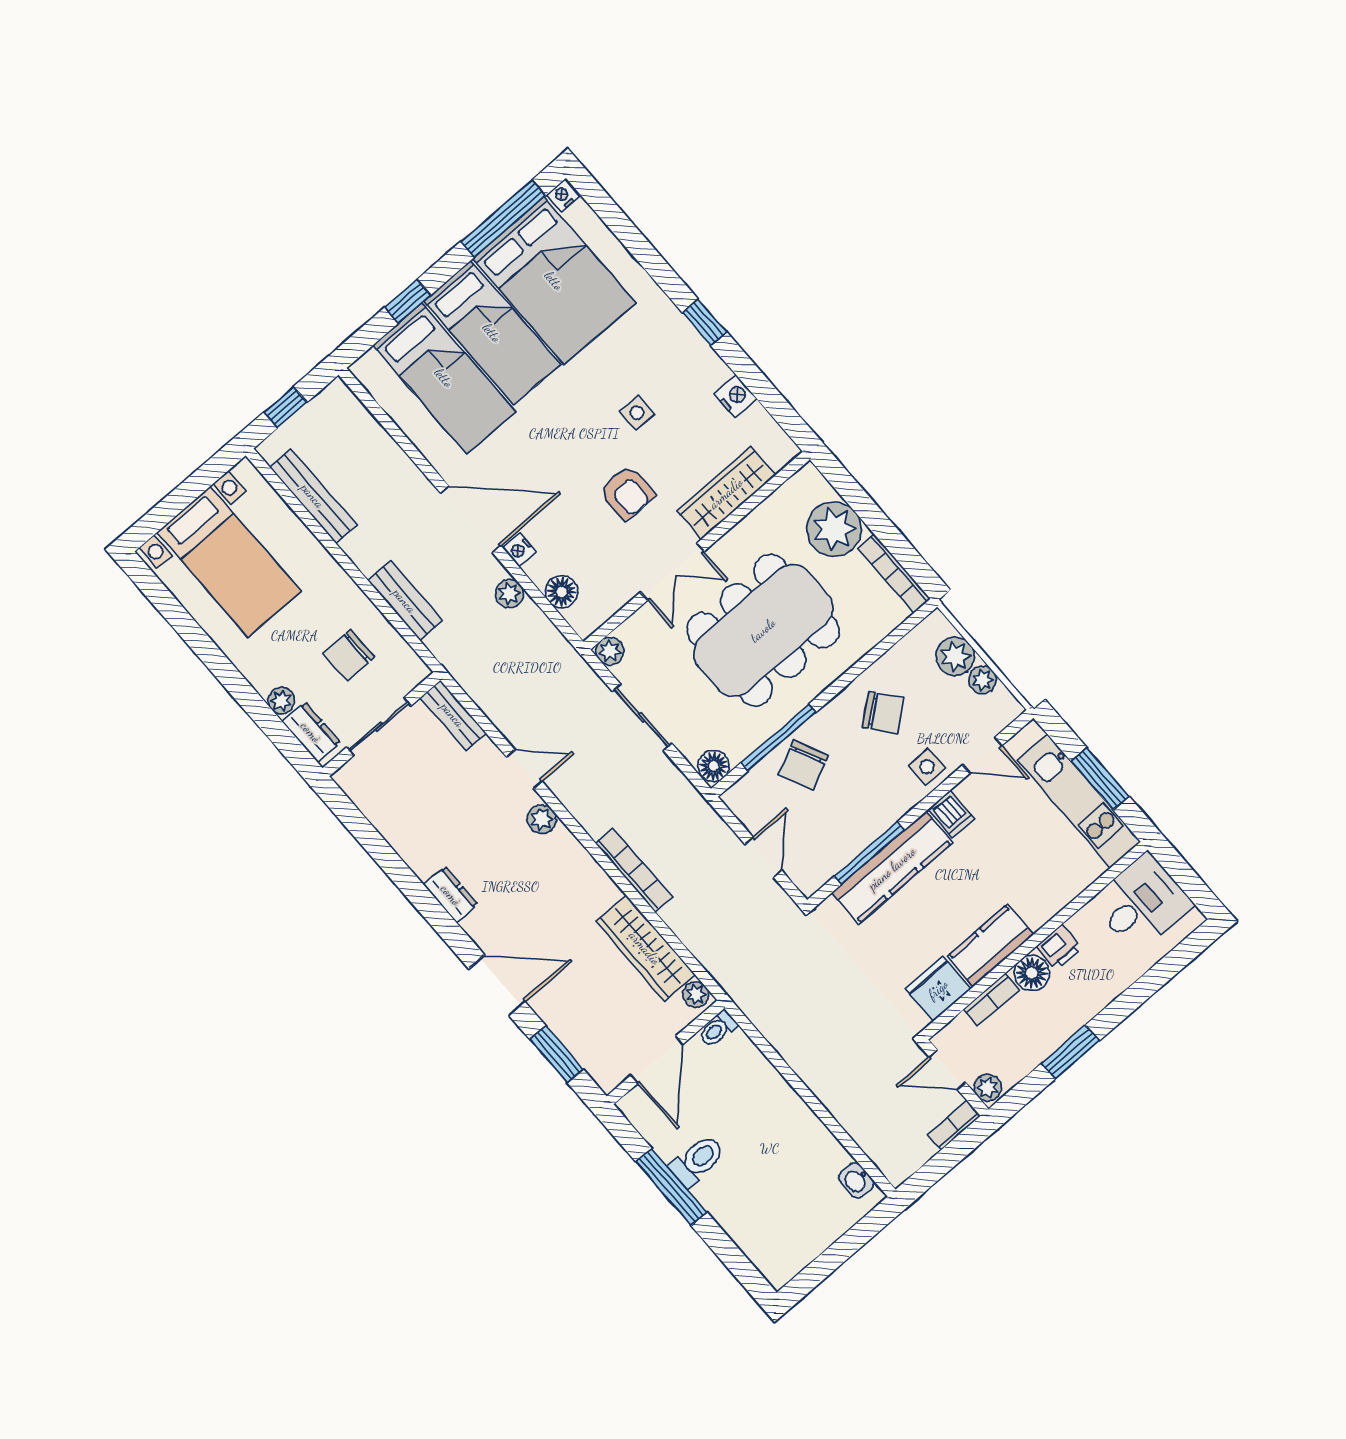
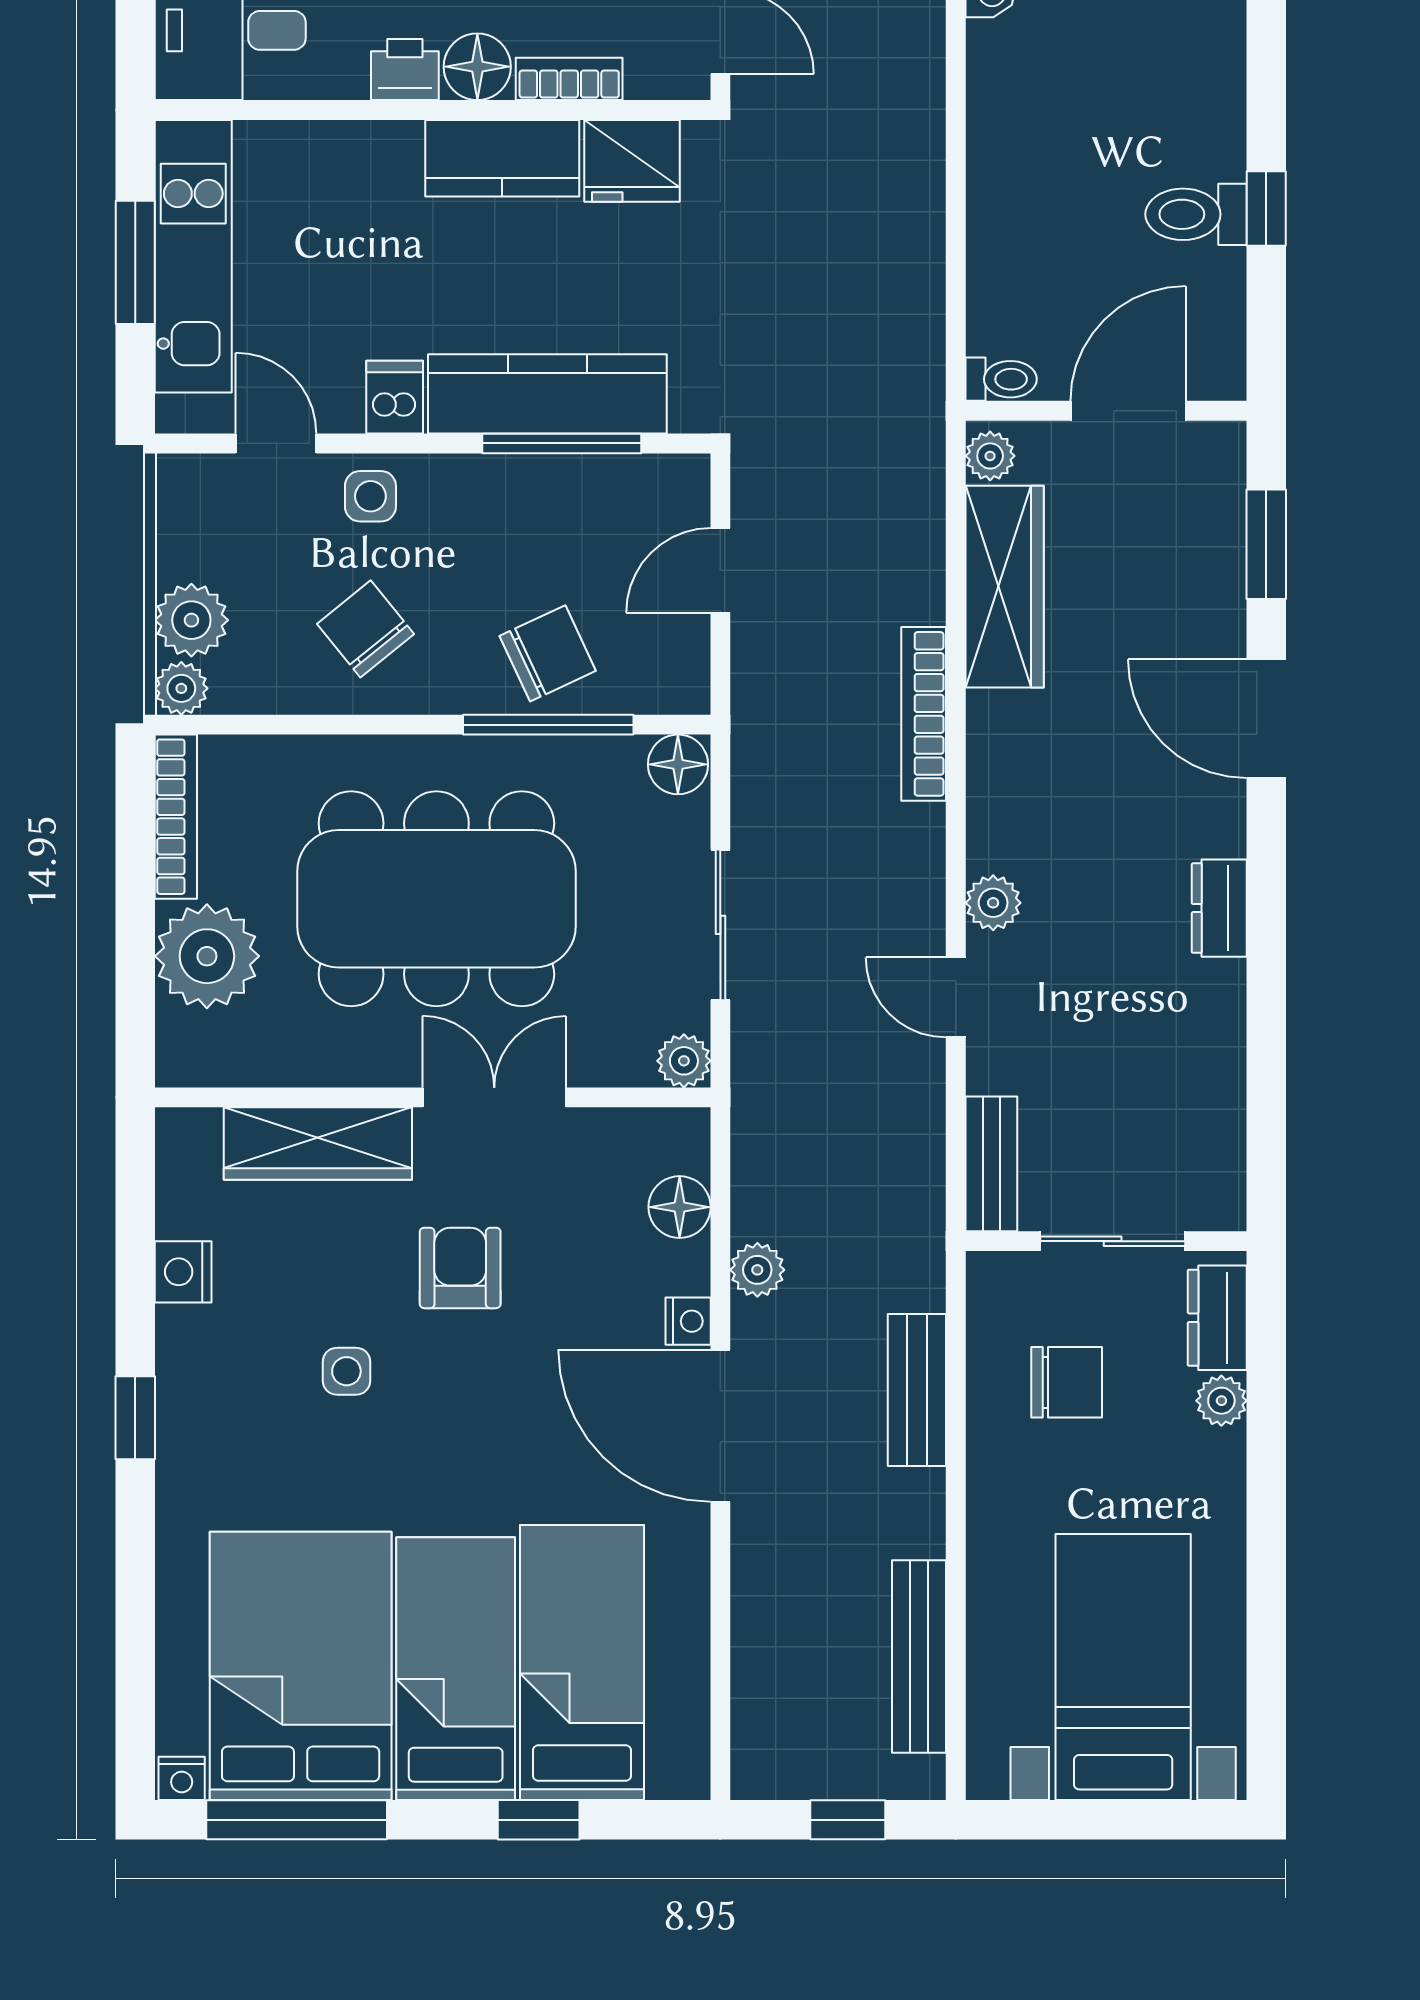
plant: (983, 680) -> (181, 688), moved
window: (671, 1187) -> (1266, 208), width x0.46

